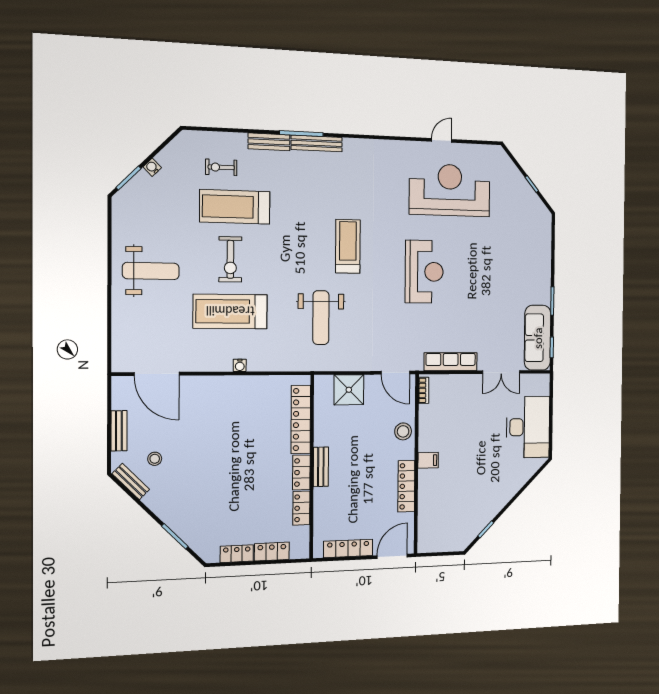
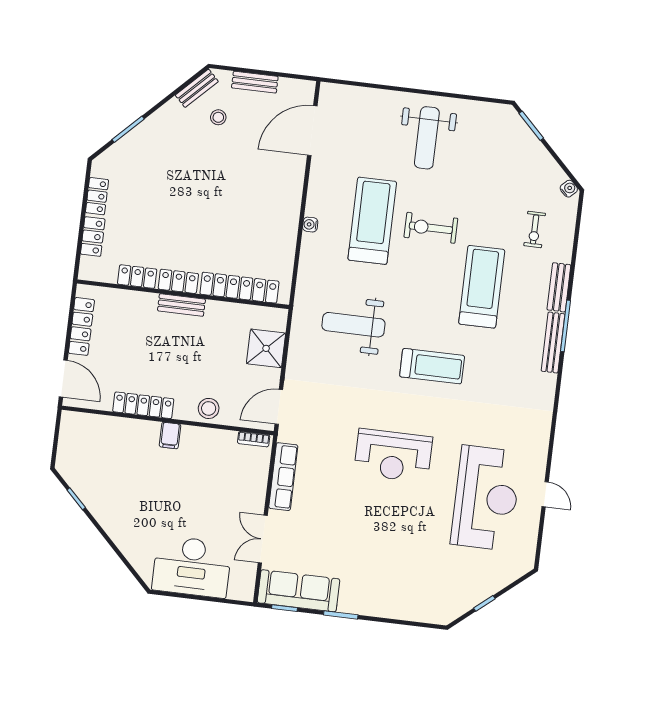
water cooler: (152, 167) -> (569, 189), moved
exercise bike: (221, 167) -> (535, 230), turned 180
treadmill: (235, 207) -> (482, 287), moved

